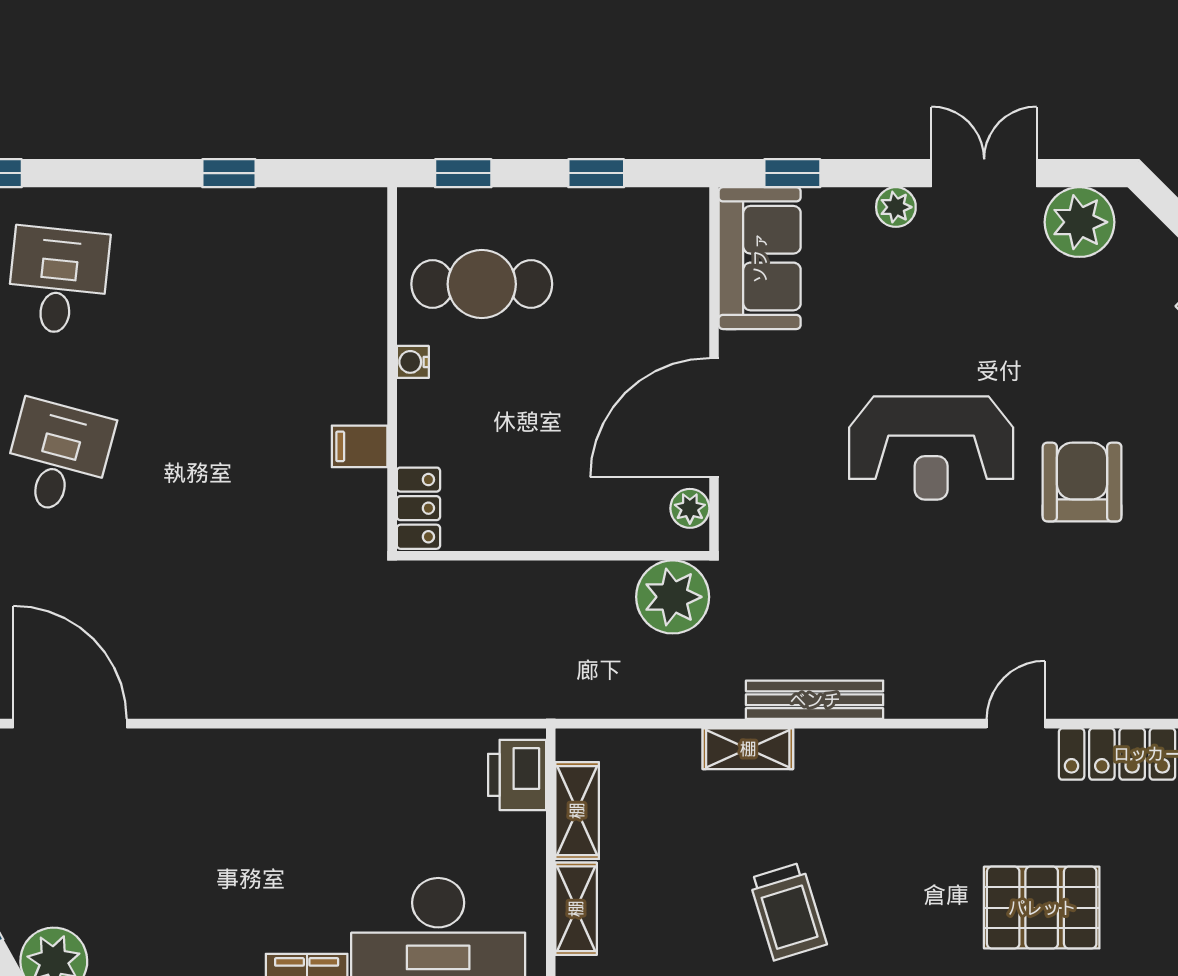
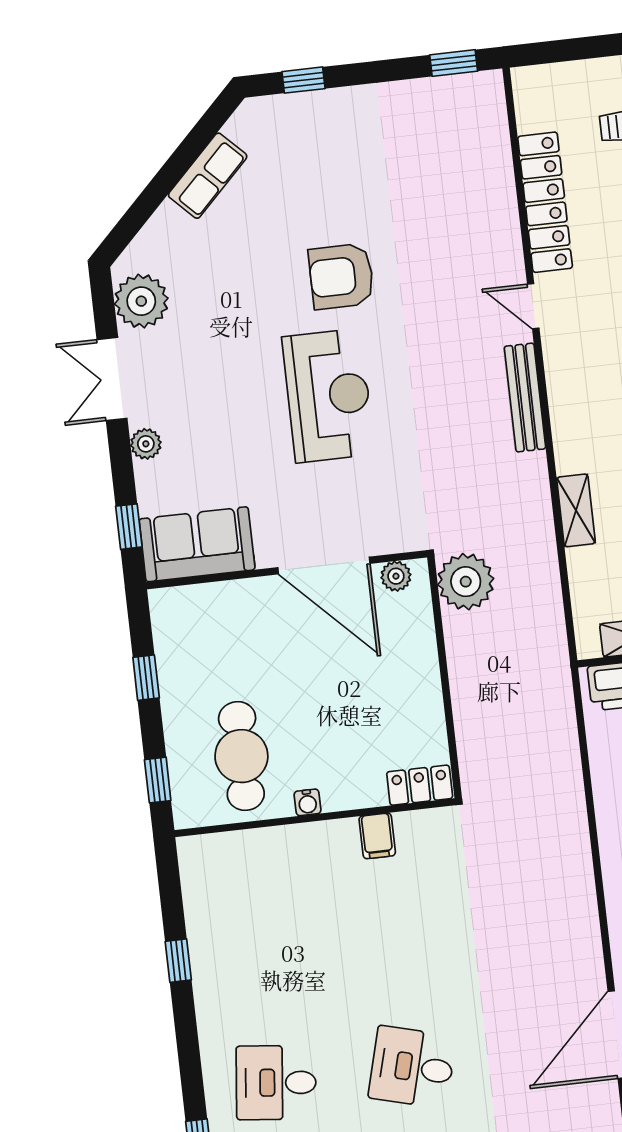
bench: (815, 700) -> (525, 398), moved

